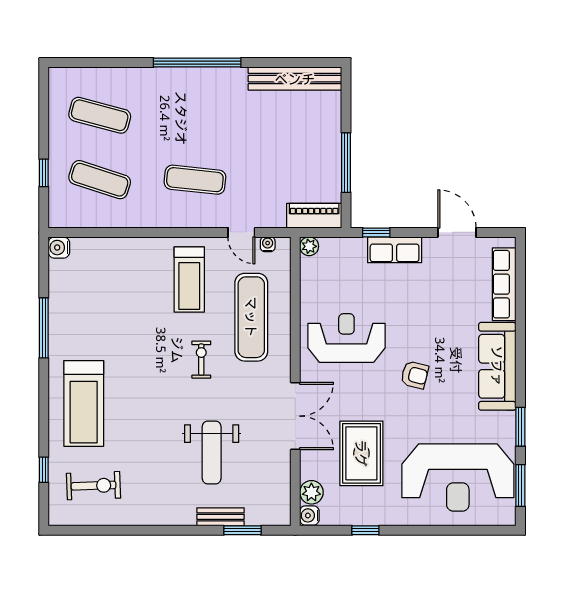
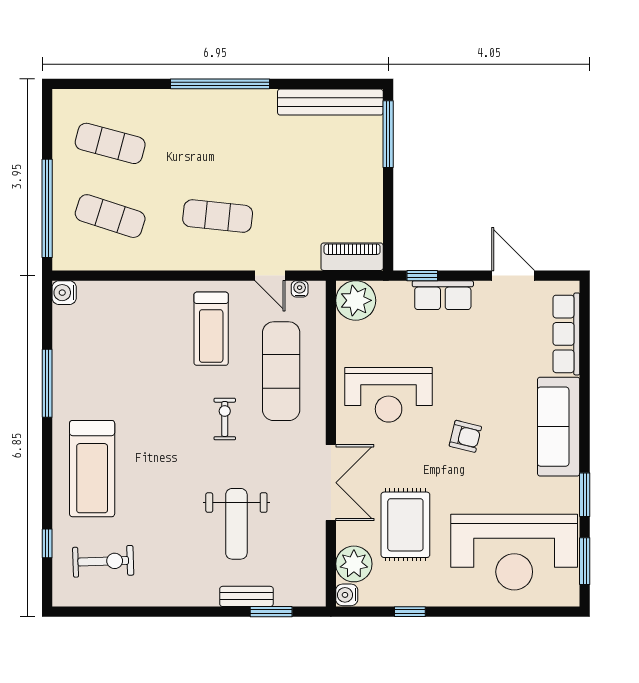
window: (346, 163) -> (388, 134), moved
window: (44, 173) -> (47, 208), width x3.17
plant: (309, 246) -> (356, 300), width x1.87, depth x1.87
reception desk: (346, 338) -> (389, 395), turned 180
plant: (311, 492) -> (354, 564), width x1.36, depth x1.36

